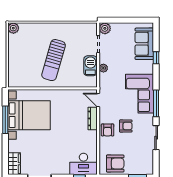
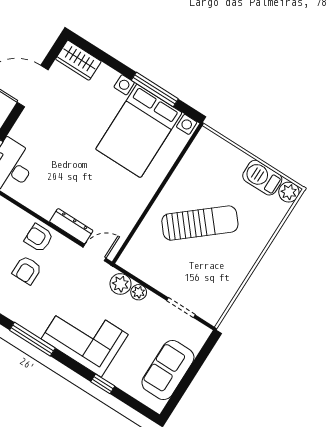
plant: (105, 28) -> (121, 284), moved
sofa: (144, 44) -> (168, 370), moved, turned -90
sun lounger: (54, 60) -> (200, 223), turned 124
barbecue: (90, 66) -> (262, 178), moved, turned 180
corner sofa: (140, 94) -> (85, 337), moved

